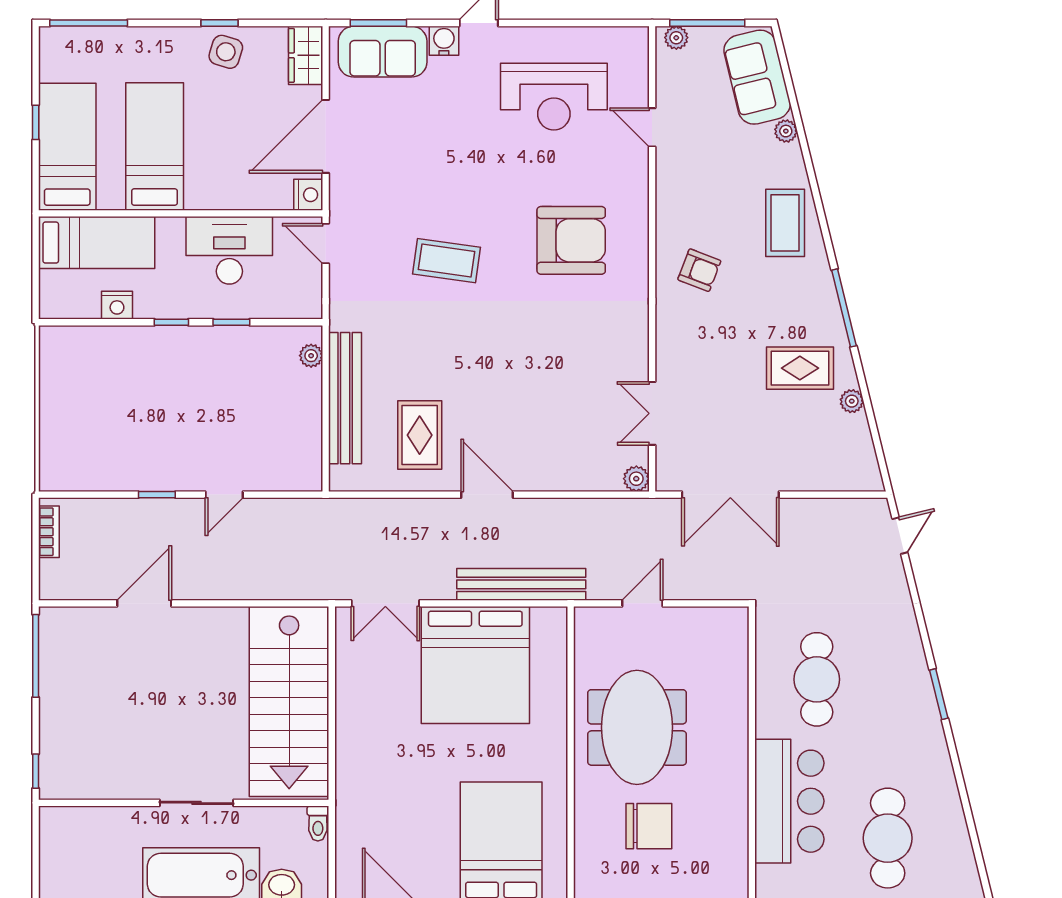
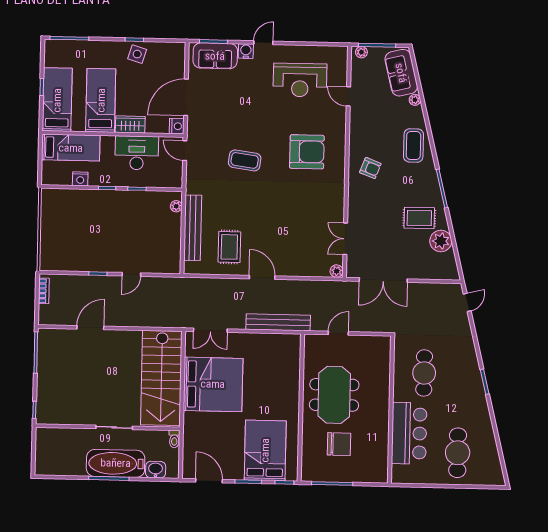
wardrobe: (306, 55) -> (130, 124), moved, turned 90
plant: (852, 401) -> (441, 241), width x1.88, depth x1.88
bed: (475, 665) -> (213, 384), moved, turned -90

